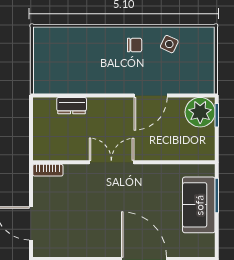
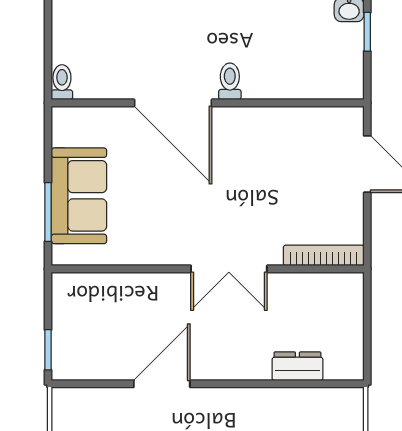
plant: (200, 112) -> (77, 355), removed
bookcase: (48, 170) -> (324, 255), width x1.56

